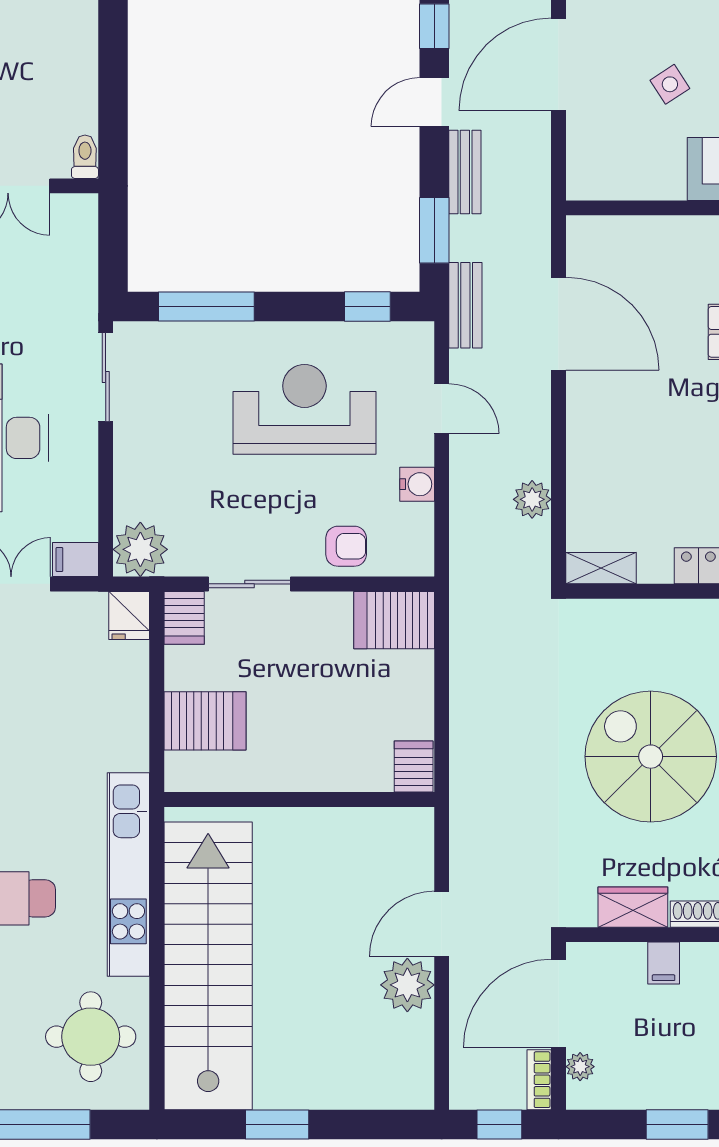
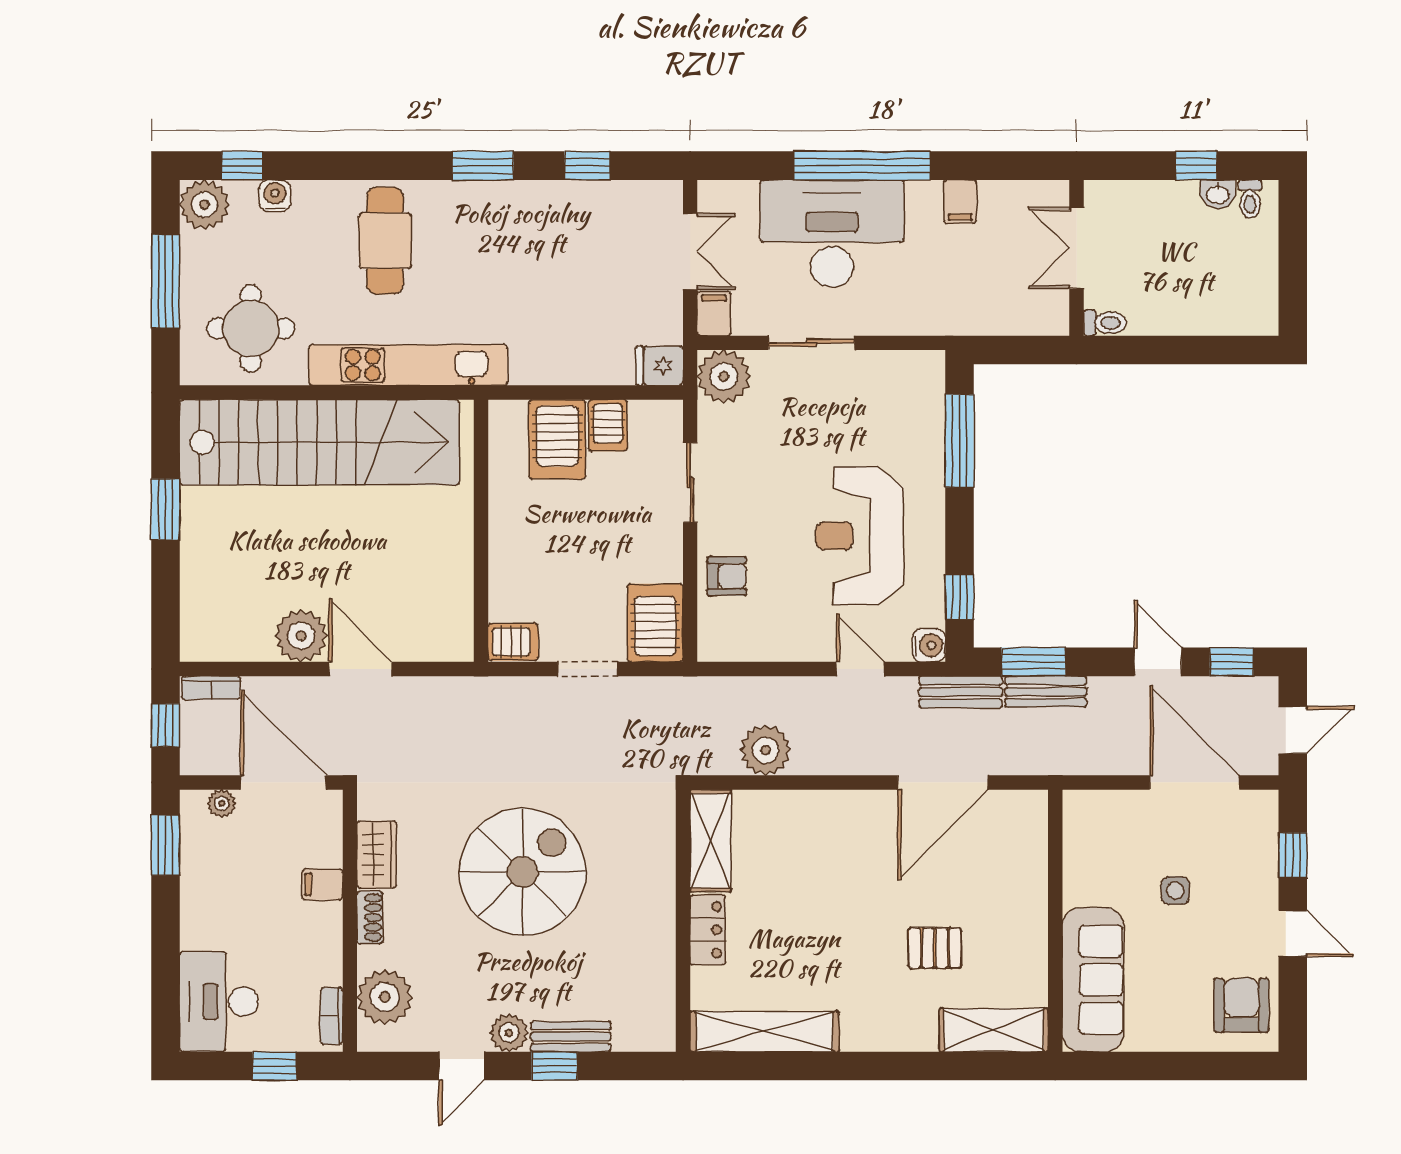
side table: (670, 84) -> (1175, 891), turned 33
bench: (465, 172) -> (1046, 692), moved
sliding door: (106, 377) -> (811, 343), moved
reception desk: (304, 409) -> (860, 536), turned 180
door: (442, 409) -> (860, 669), swing flipped
water cooler: (417, 484) -> (929, 645), moved, turned -90
plant: (532, 499) -> (766, 750), width x1.36, depth x1.36
armchair: (346, 546) -> (727, 576), turned -90
shelving: (601, 568) -> (711, 841), width x1.50, depth x1.33
server rack: (184, 618) -> (608, 425), moved, turned -90
doorway: (442, 690) -> (587, 669), added
bookcase: (539, 1080) -> (211, 688), moved, turned 180
window: (677, 1124) -> (166, 845), moved

